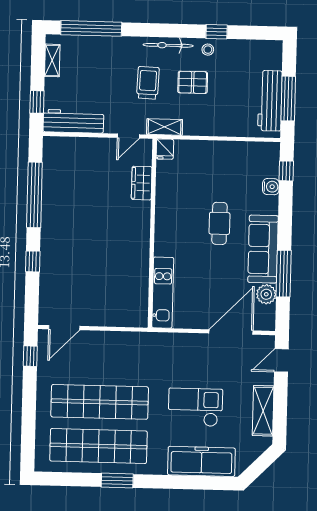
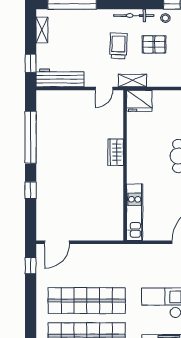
fridge: (165, 149) -> (139, 101), width x1.88, depth x1.34
wardrobe: (142, 183) -> (116, 152), moved

